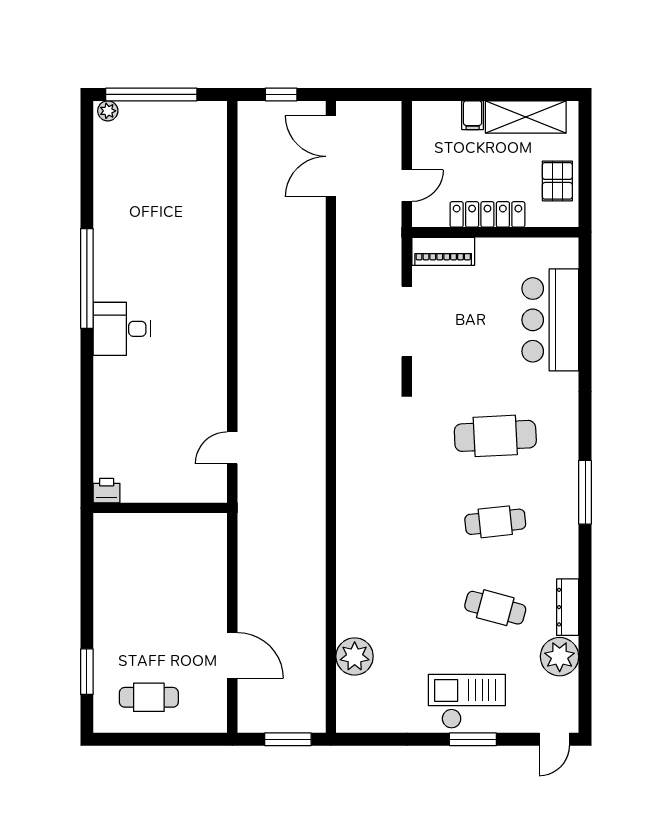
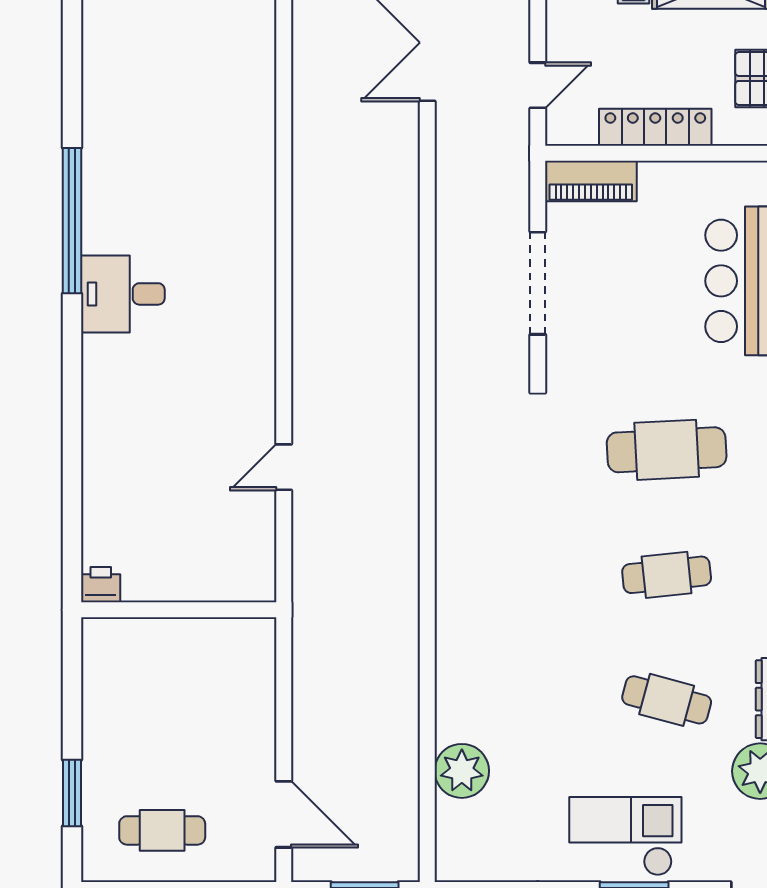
printer: (107, 491) -> (101, 585), moved
wall: (160, 508) -> (179, 610), moved
door: (232, 655) -> (284, 814), moved

